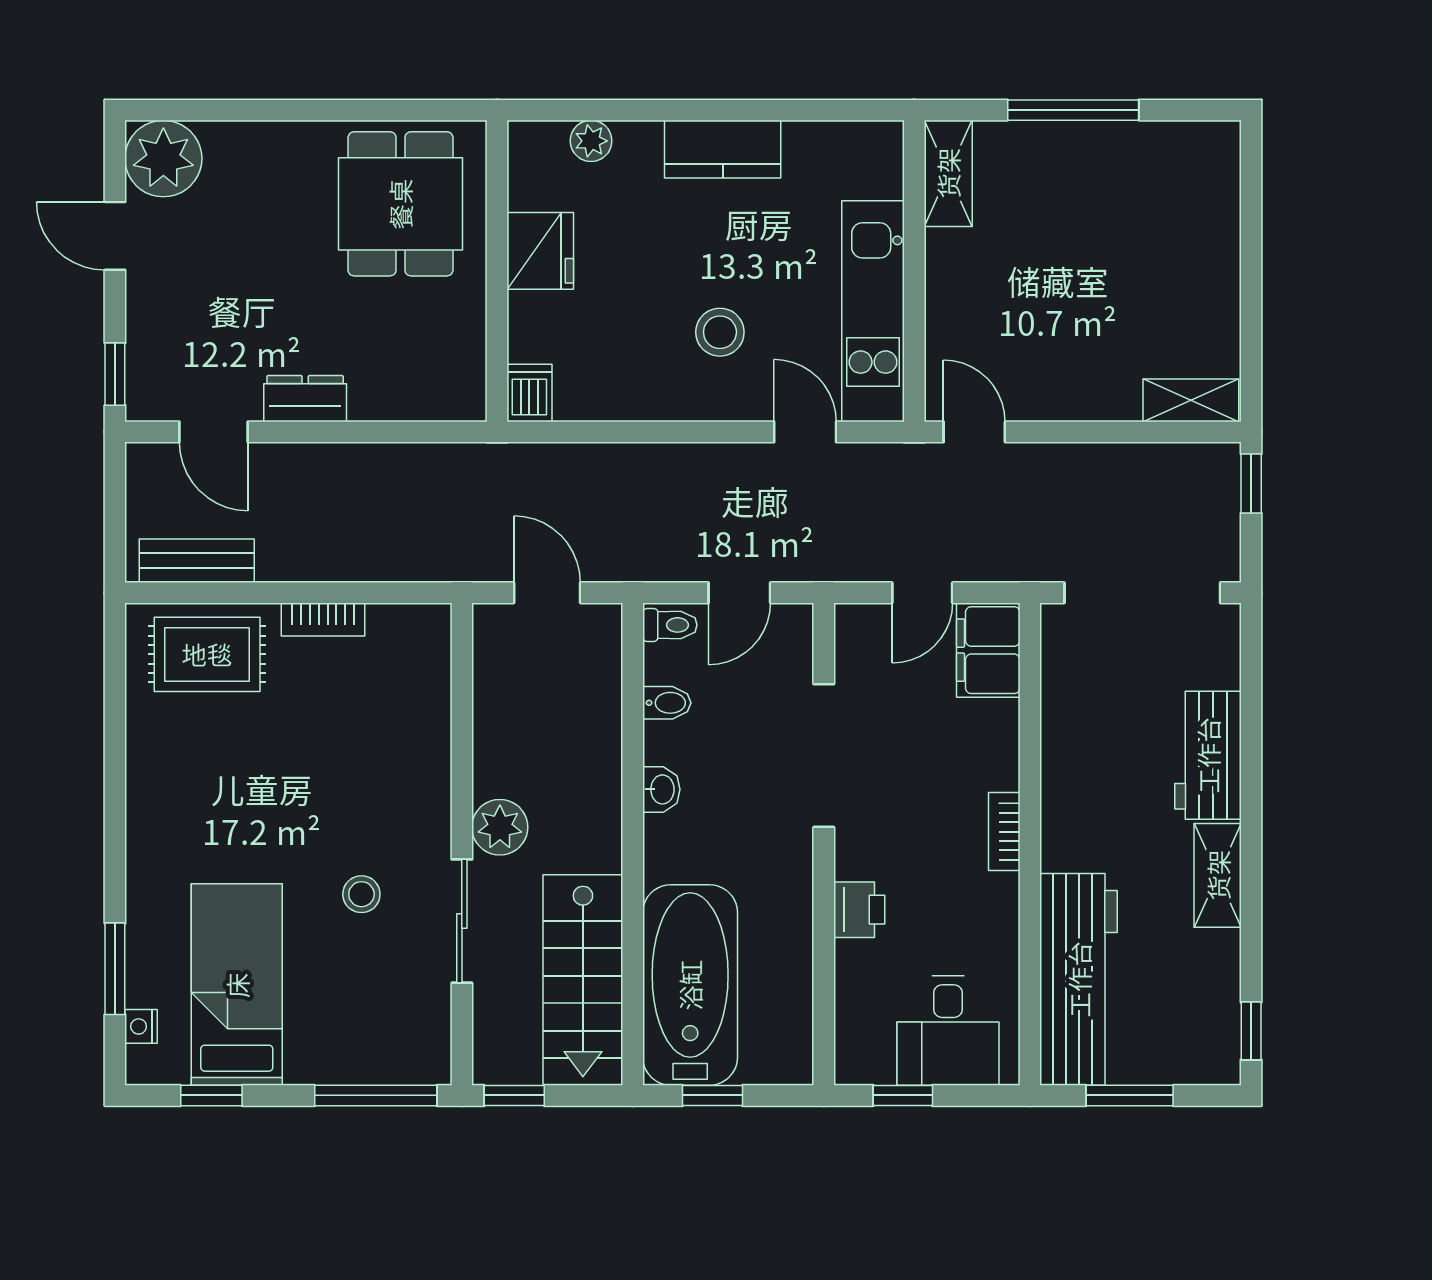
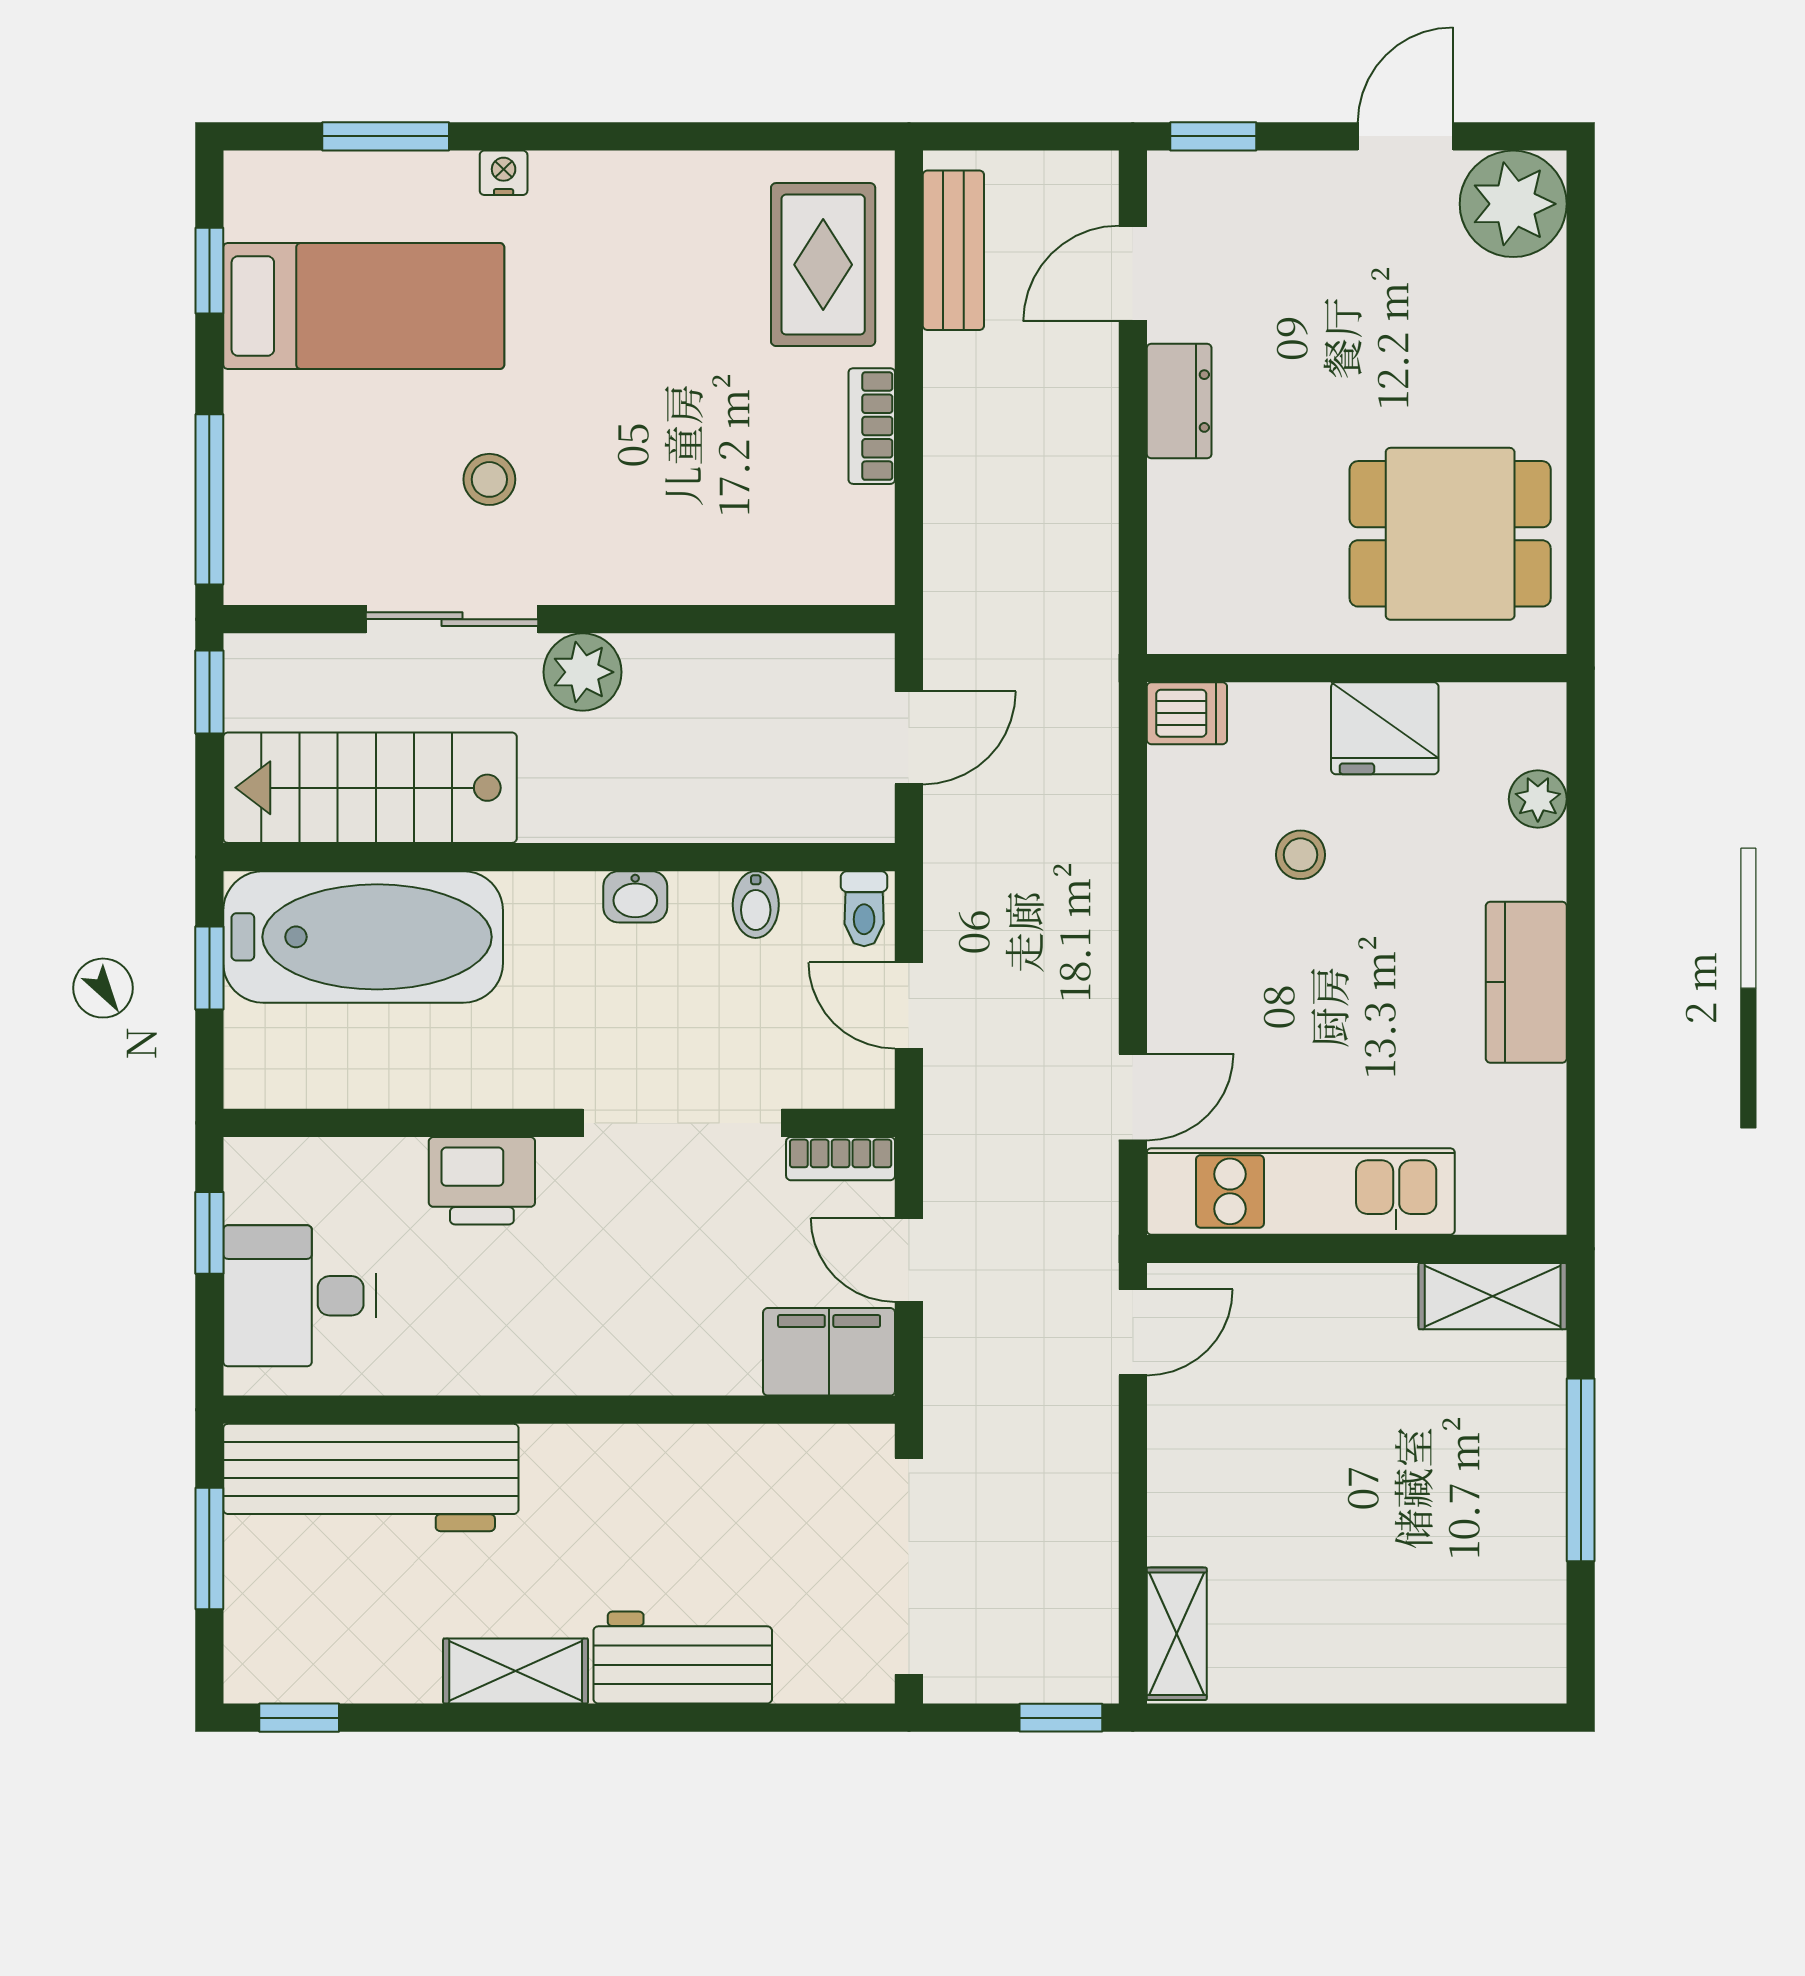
stool: (720, 332) -> (1301, 855), moved, width x0.73, depth x0.73
bookcase: (1004, 832) -> (841, 1159), moved, turned 180
printer: (859, 910) -> (482, 1181), width x1.36, depth x1.24
nightstand: (141, 1026) -> (504, 173), moved

